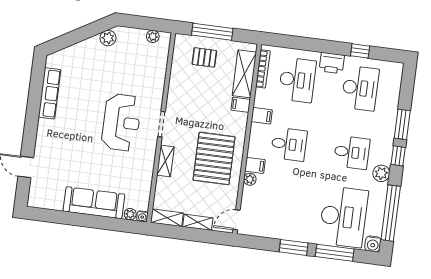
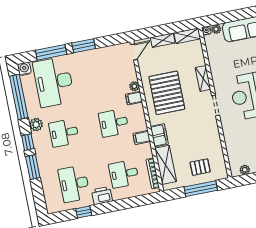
desk: (297, 80) -> (124, 174), width x0.73
filing cabinet: (241, 105) -> (159, 135), width x2.00

